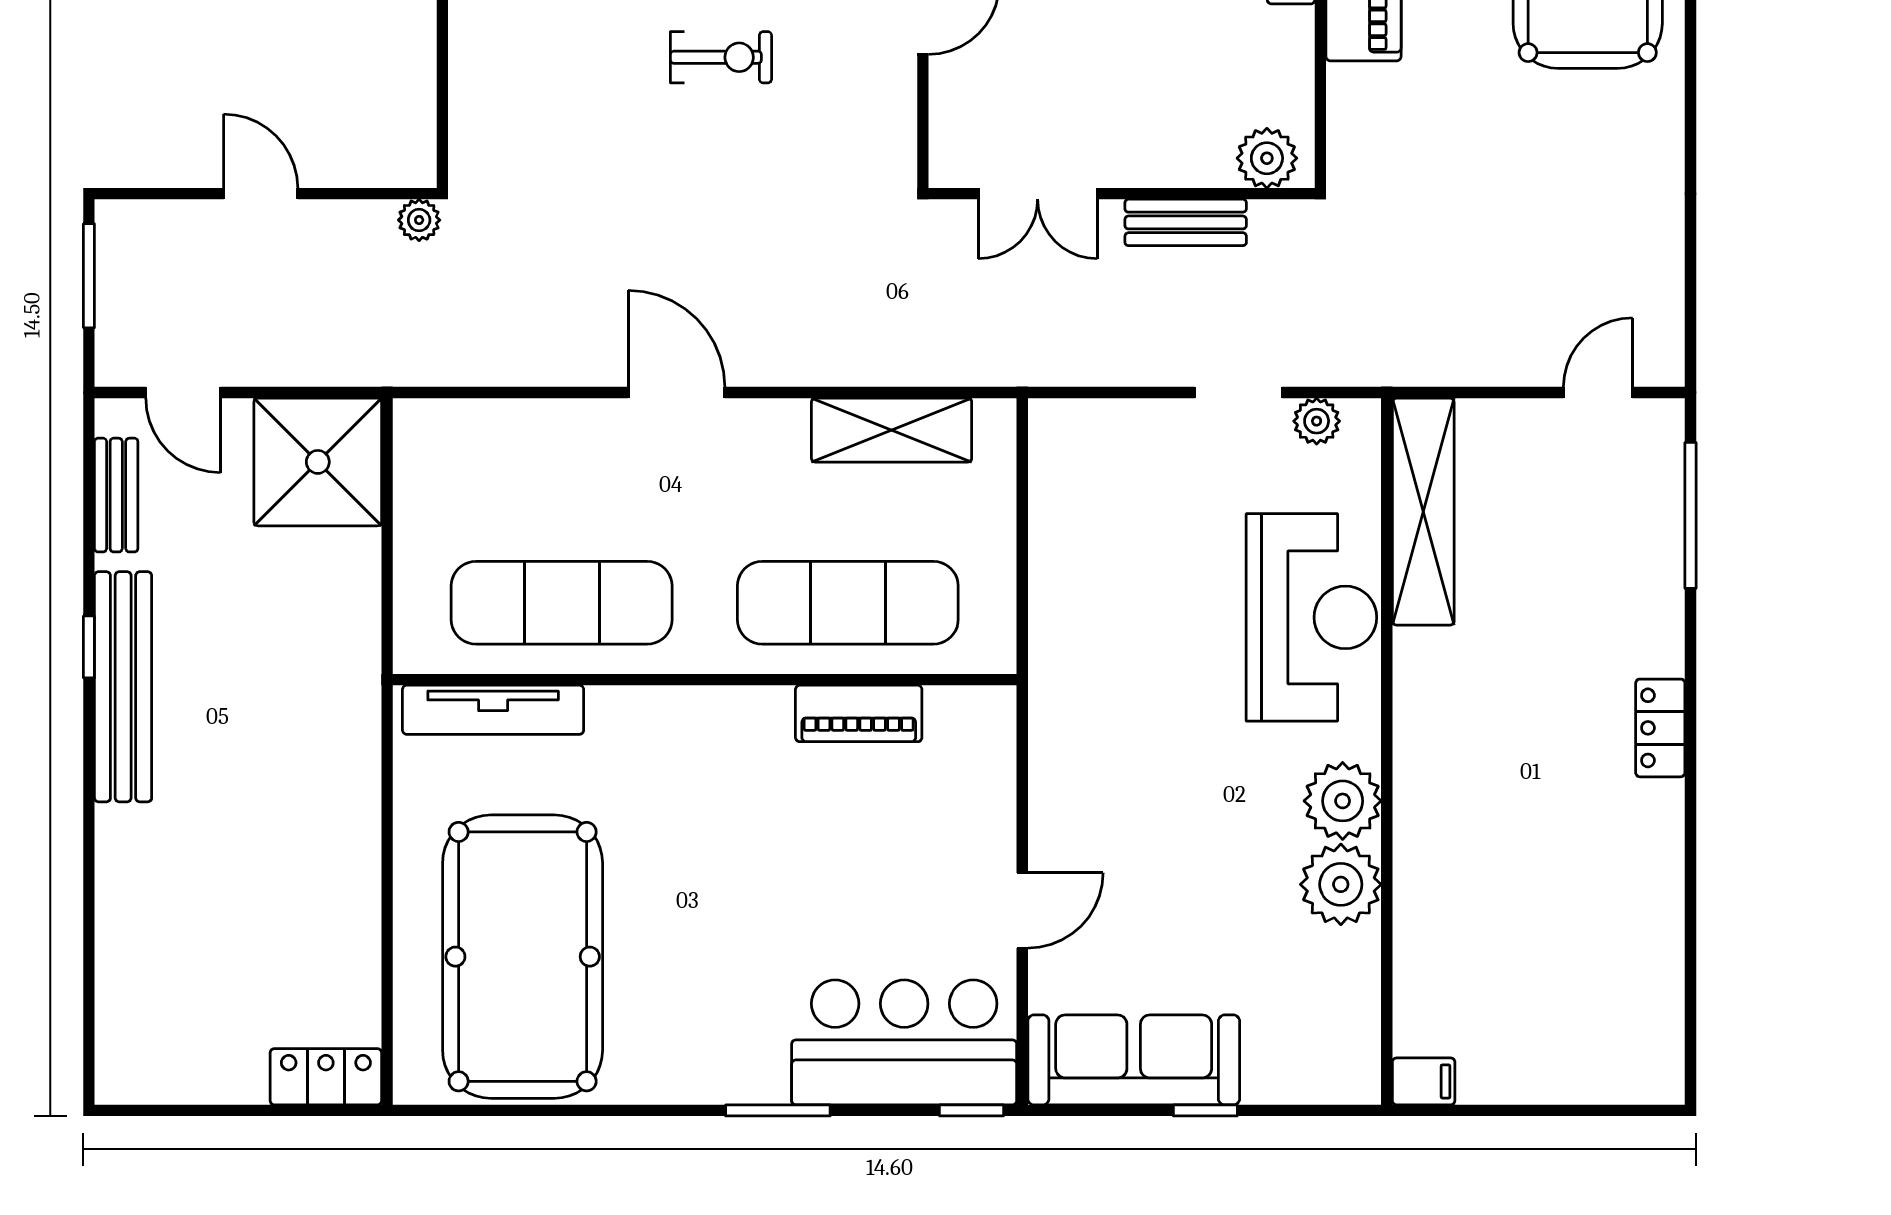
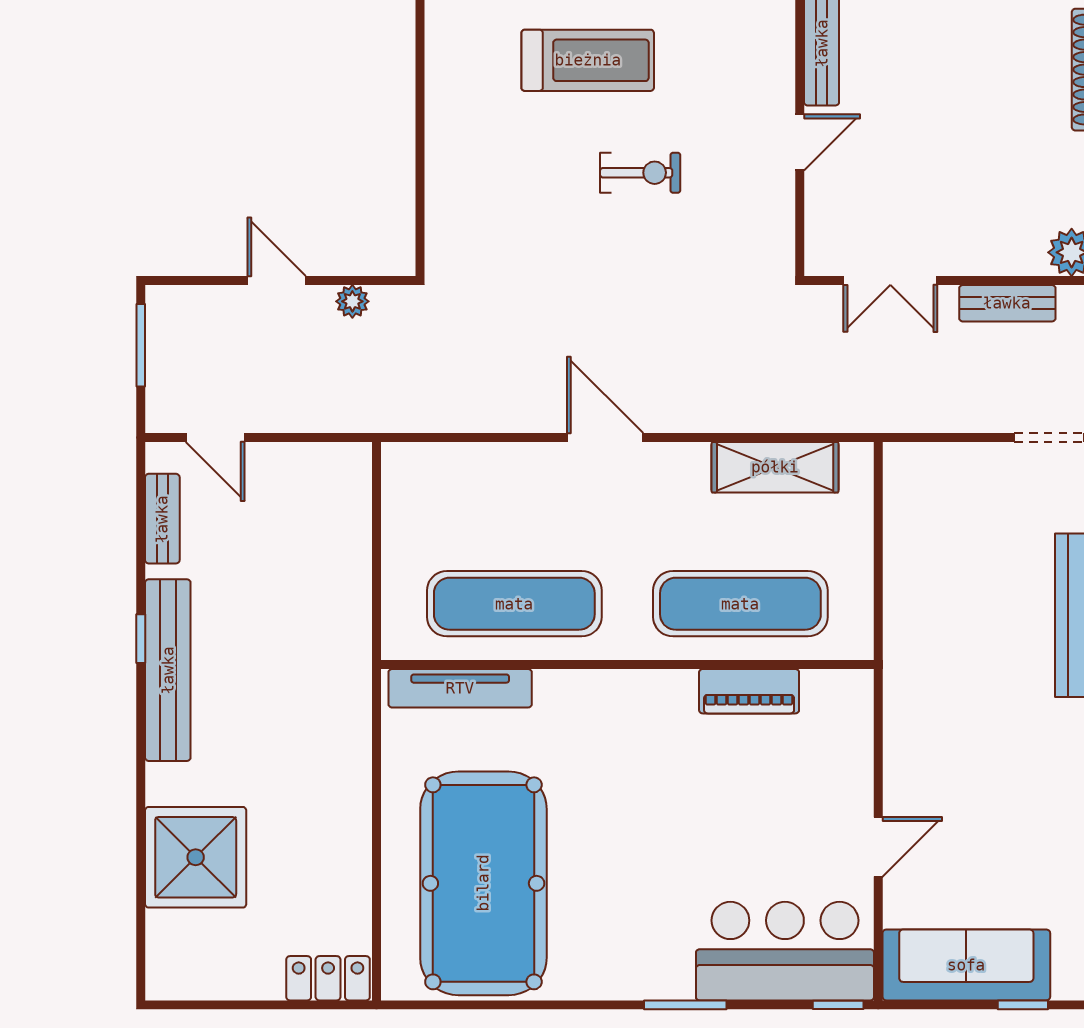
plant: (419, 220) -> (352, 301), moved
shower: (318, 462) -> (196, 857), moved

